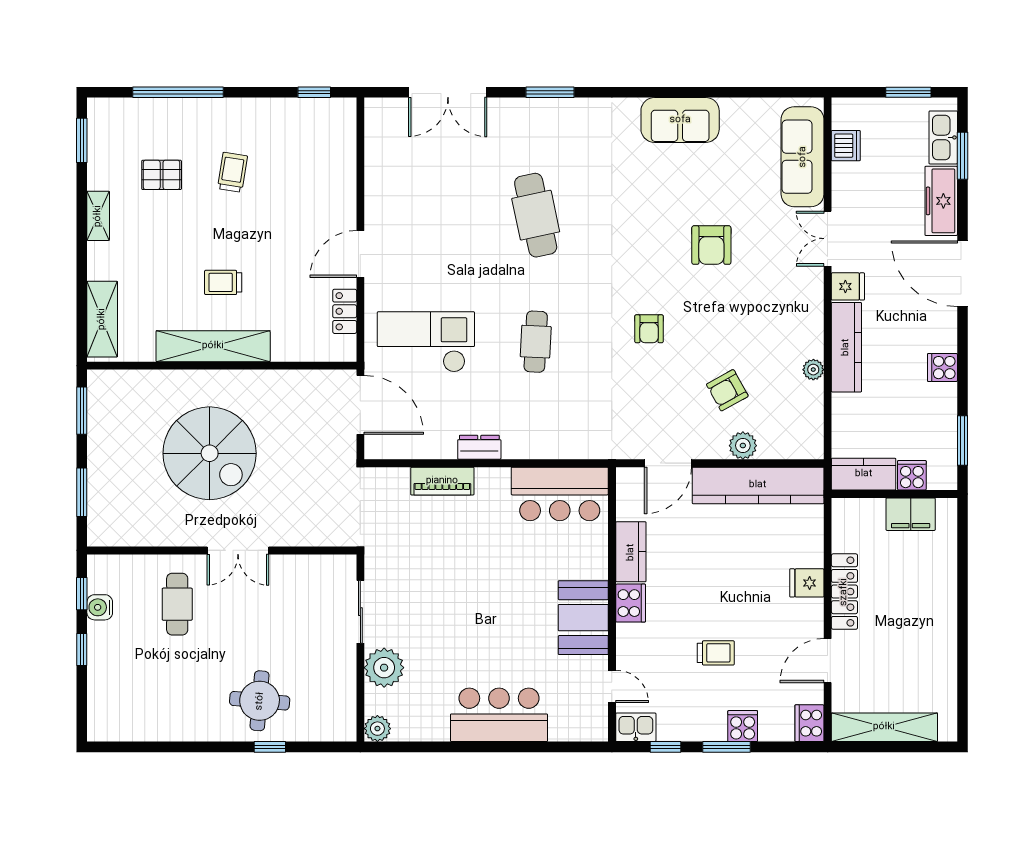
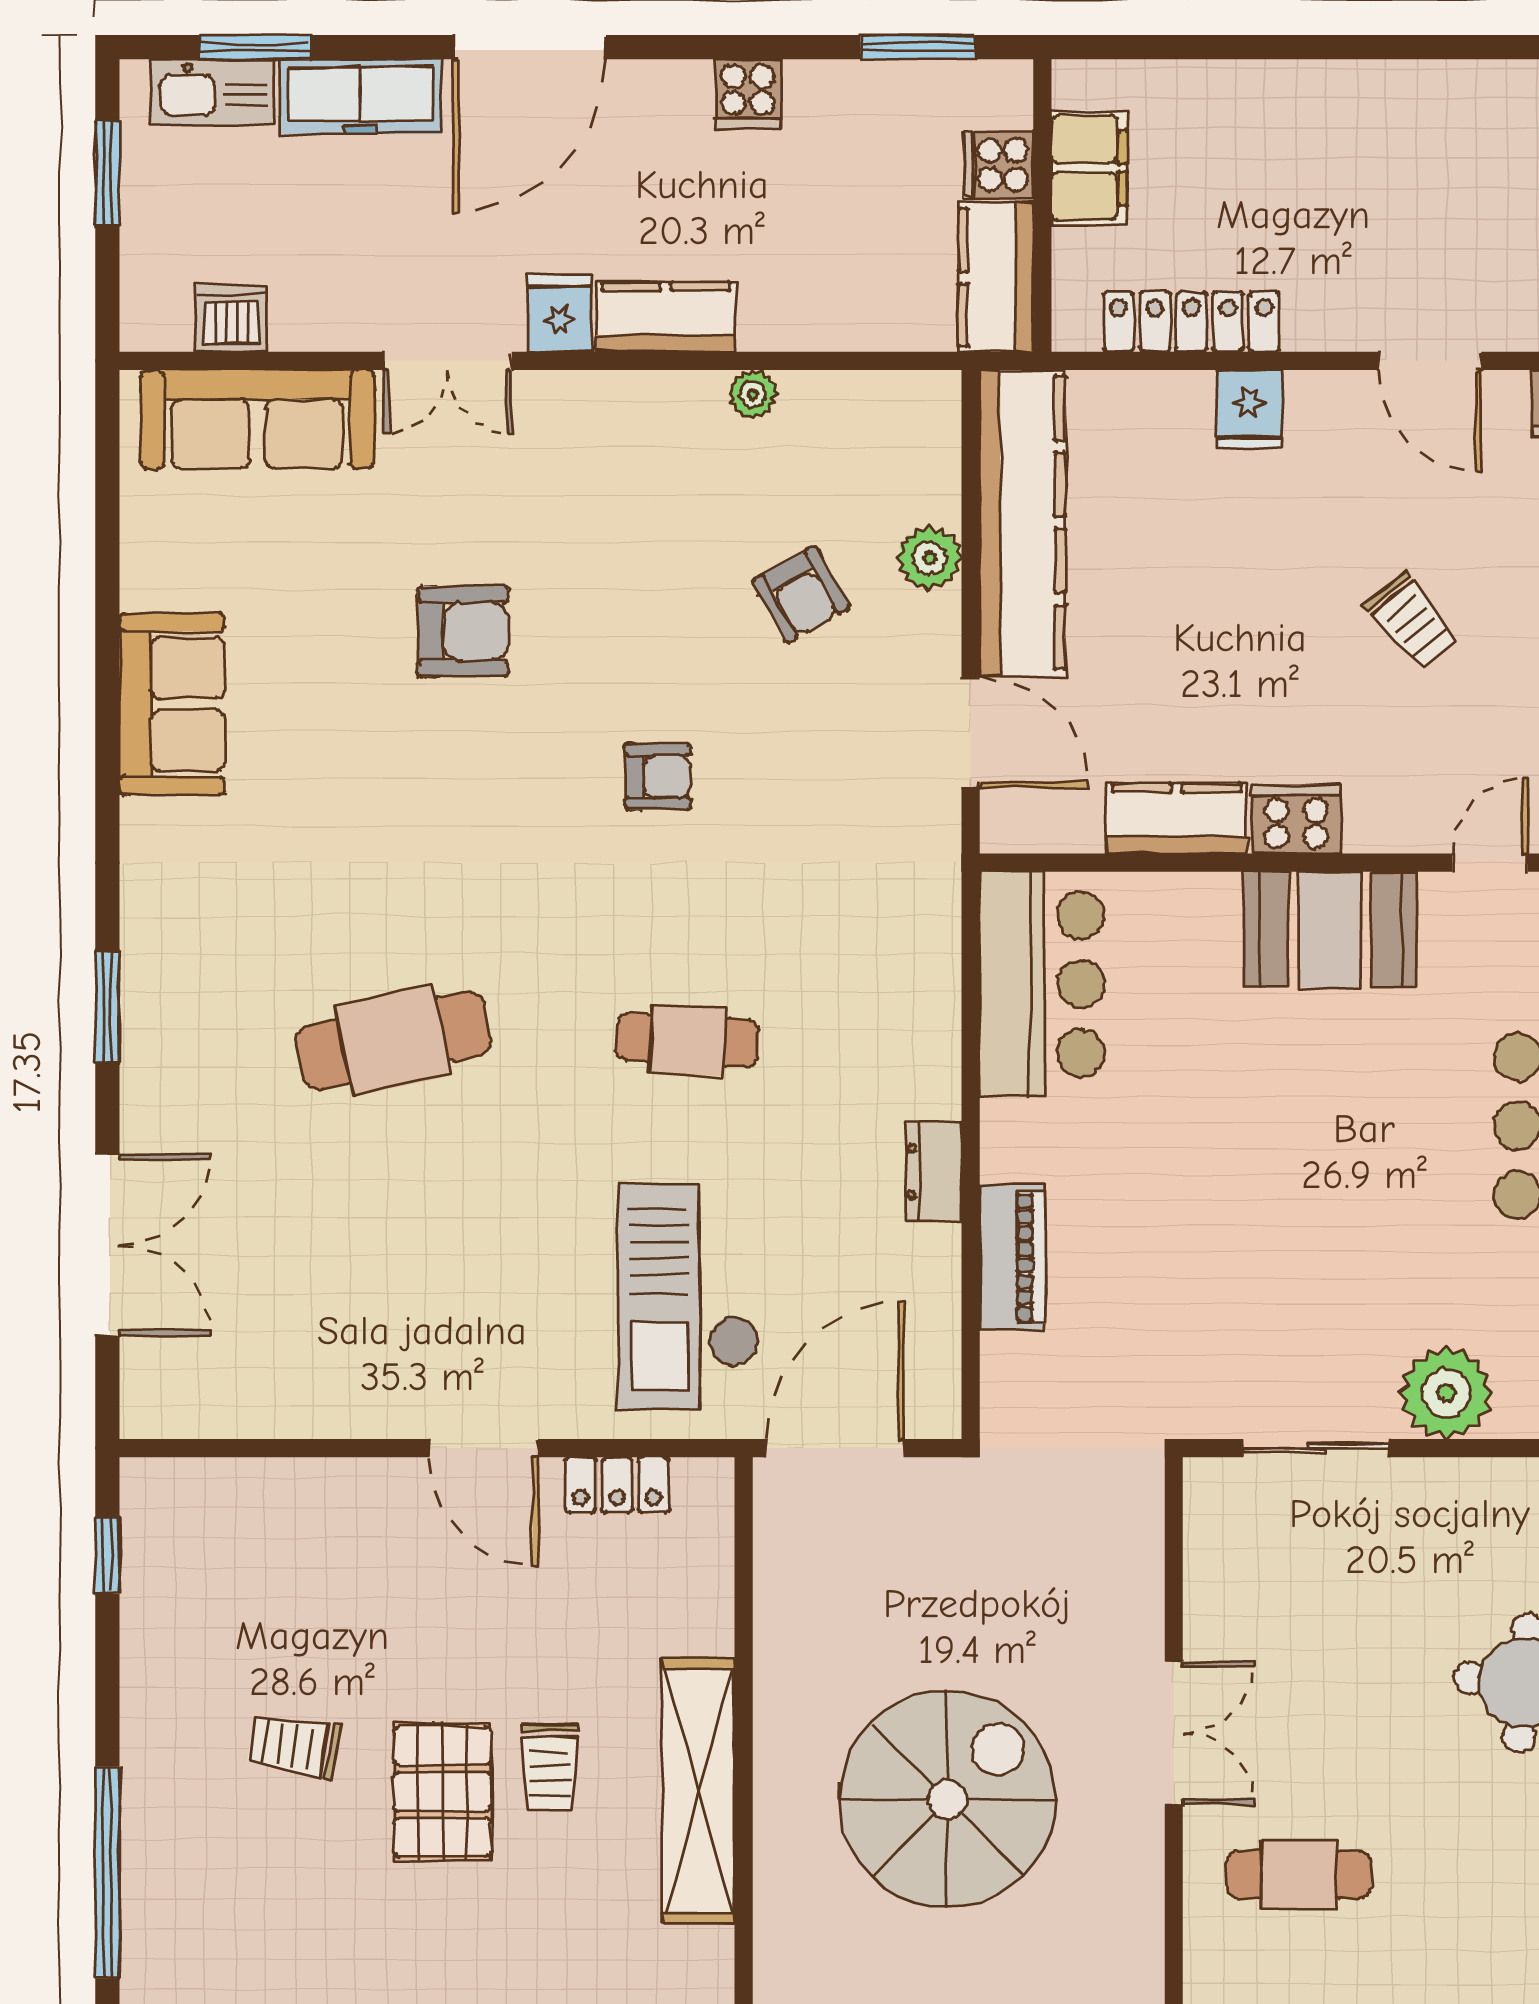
pallet: (162, 175) -> (442, 1792), moved, width x1.50, depth x1.42
kitchen counter: (846, 347) -> (666, 317), width x0.67
locker: (844, 592) -> (1191, 322), moved
trolley: (716, 653) -> (1412, 621), turned 141

